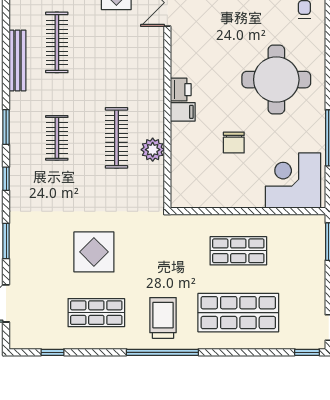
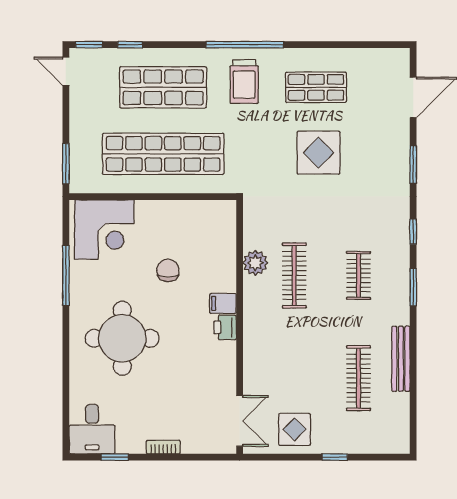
shop shelf: (238, 251) -> (163, 154), width x2.00, depth x1.36
window: (53, 352) -> (130, 45), moved

